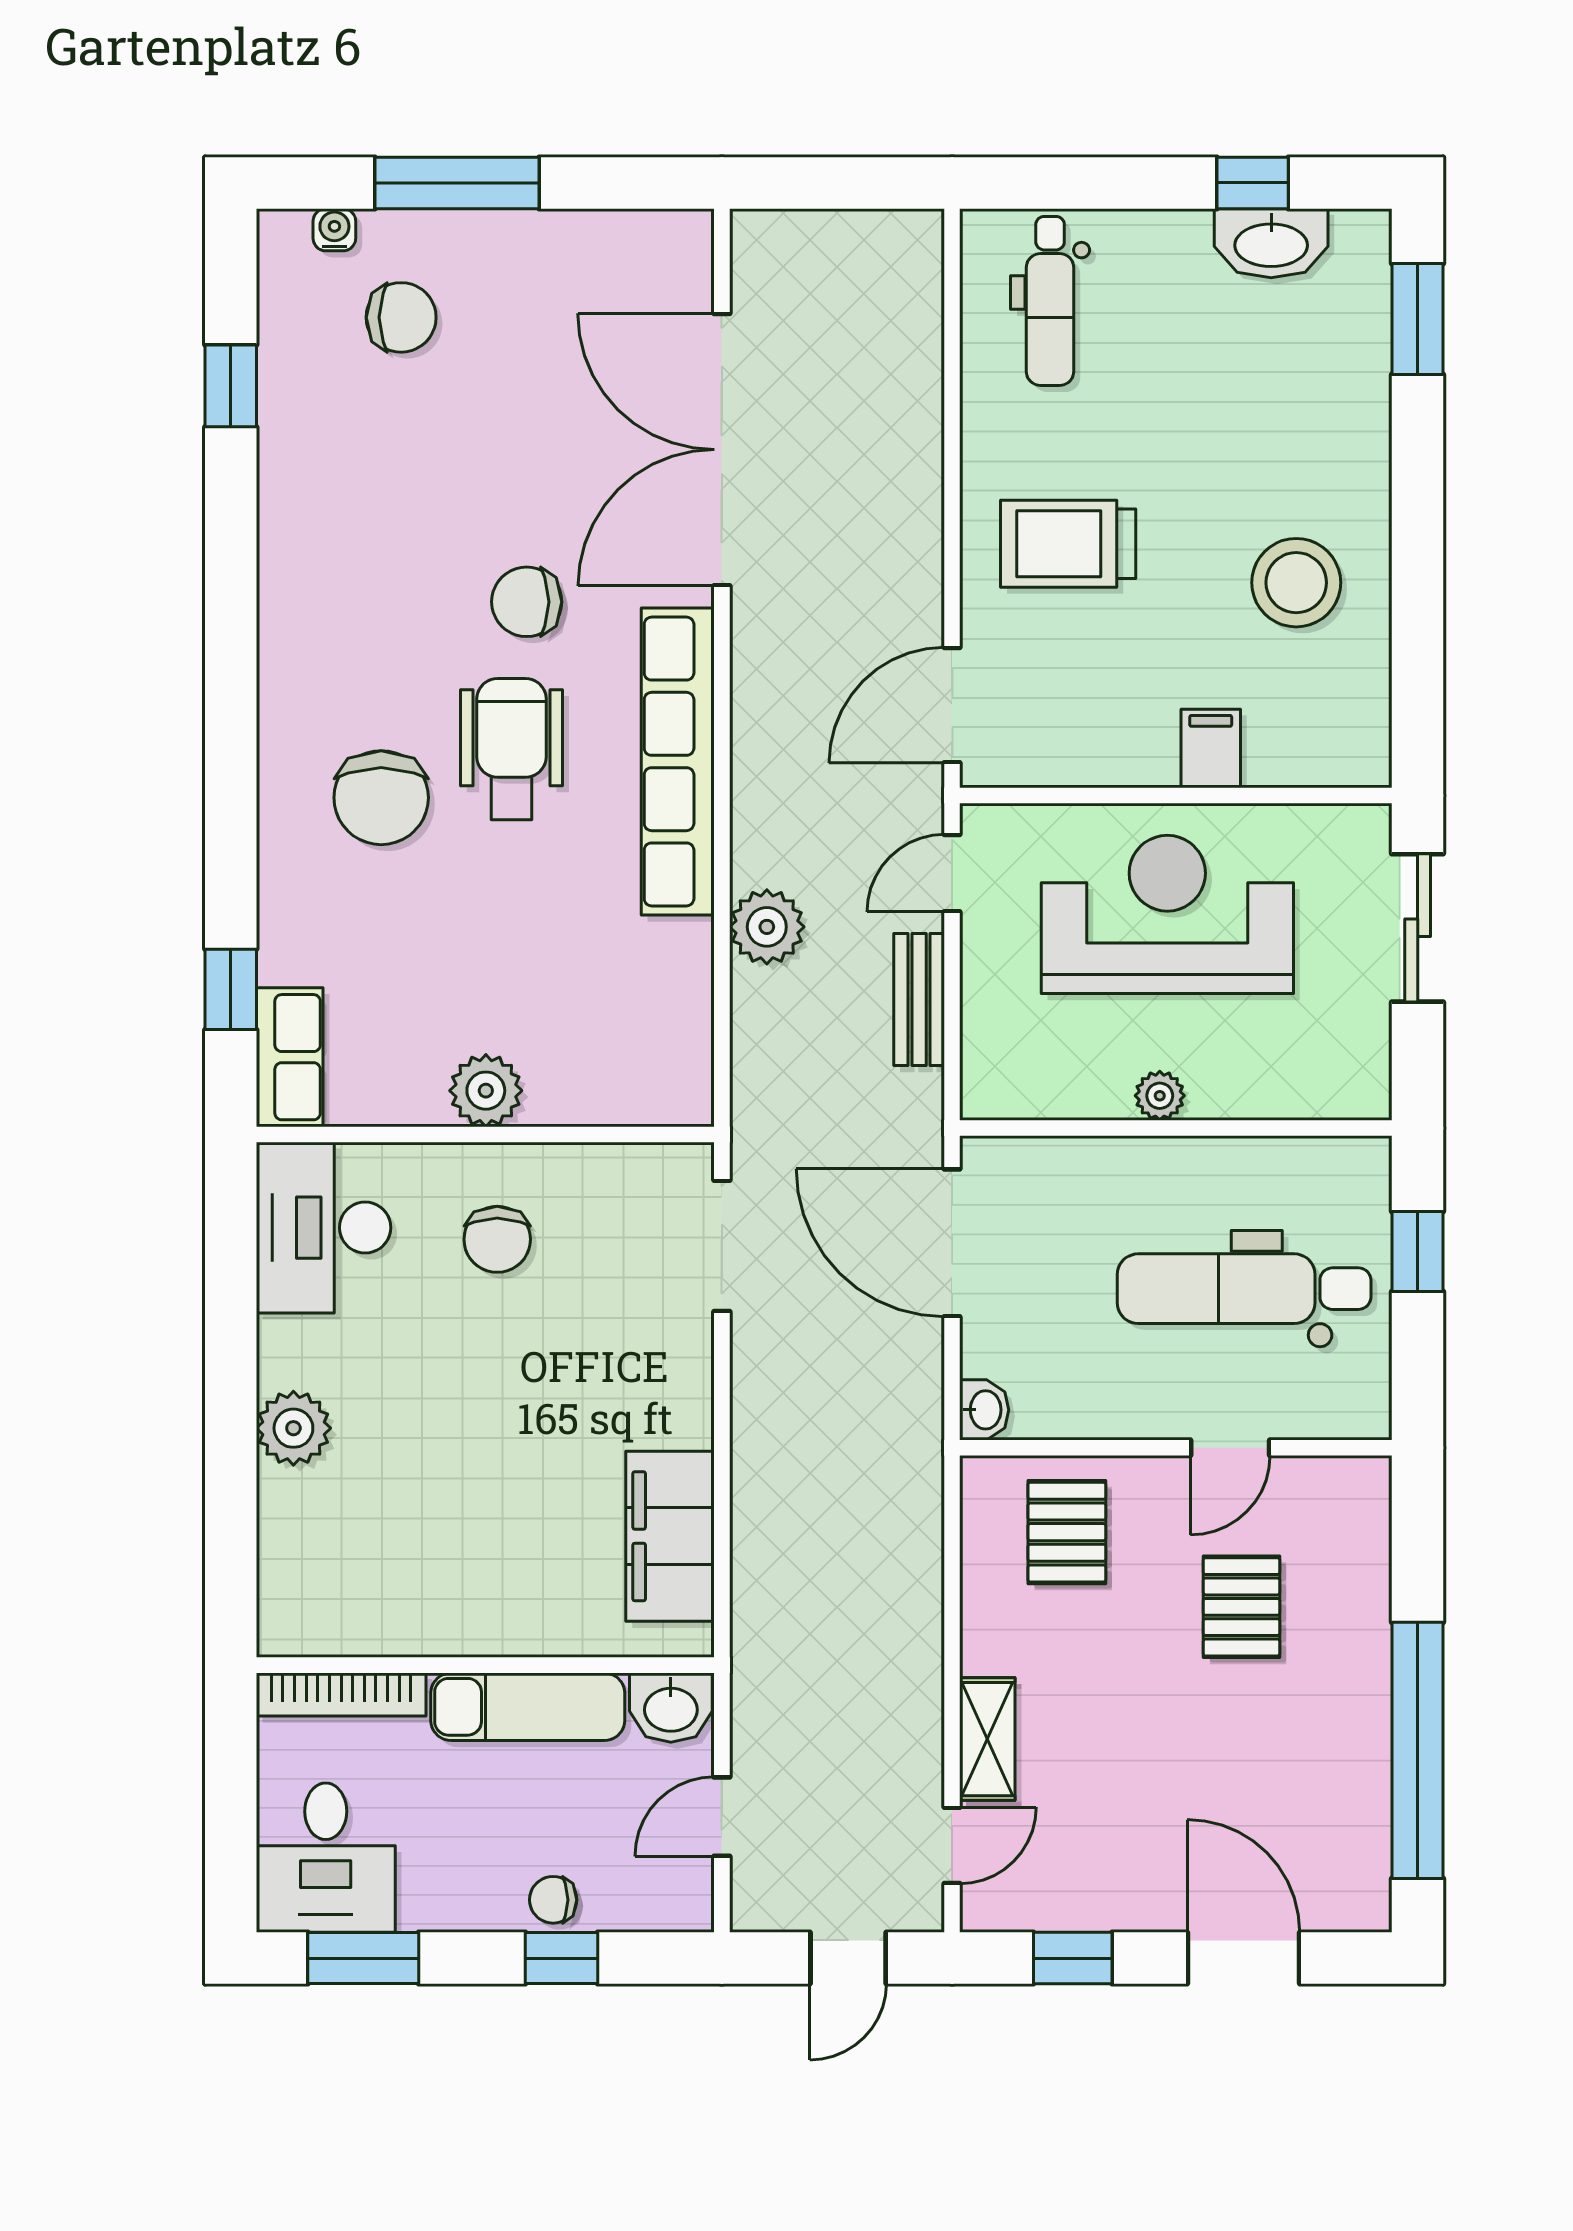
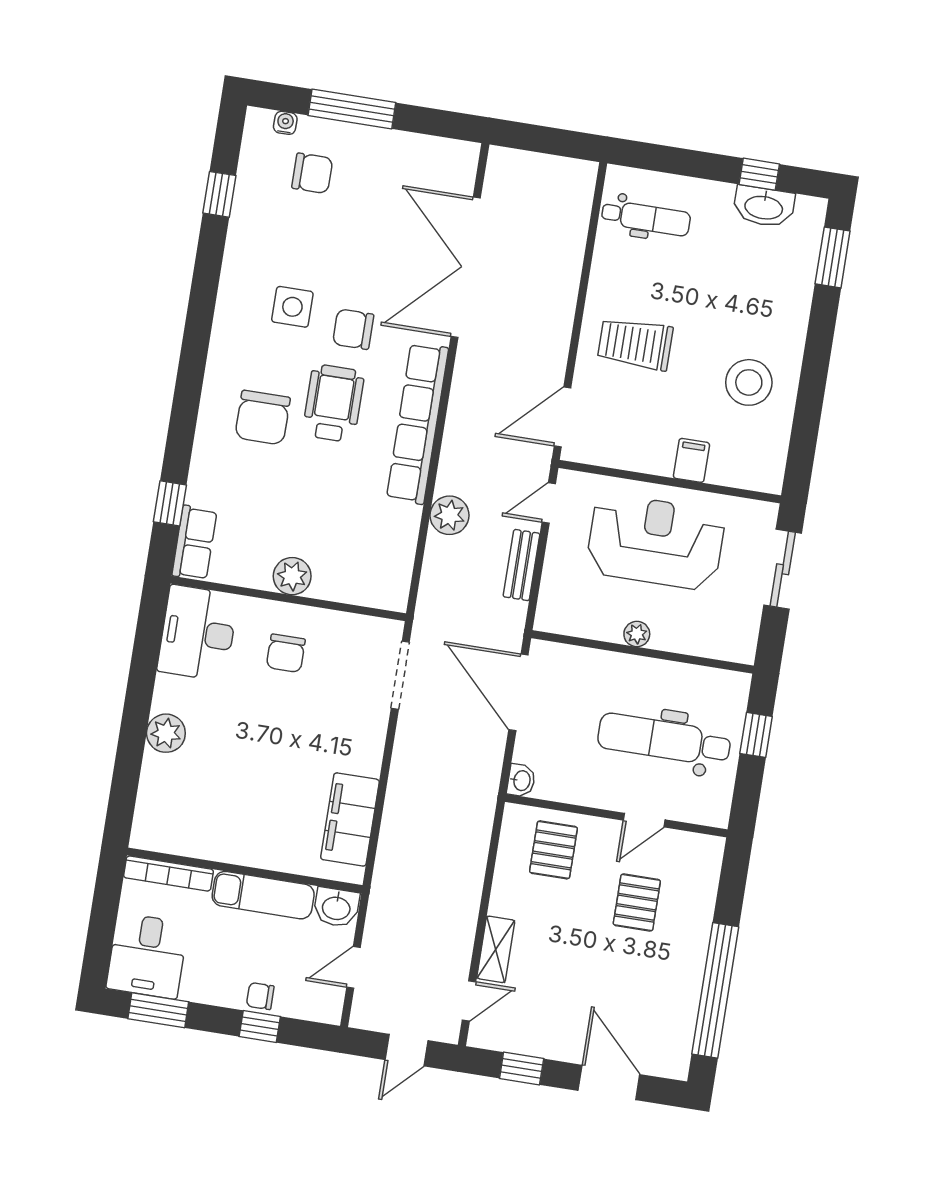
dental chair: (1050, 301) -> (646, 218), turned -90
side table: (404, 578) -> (292, 307), added

